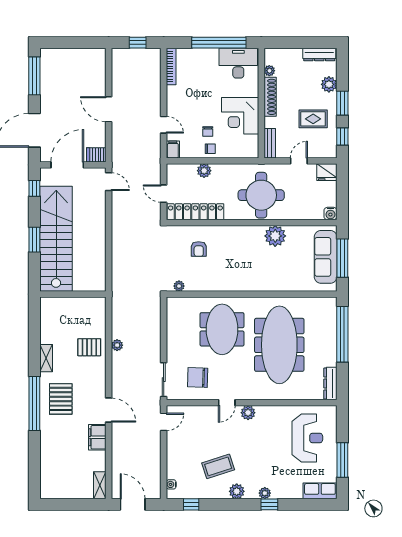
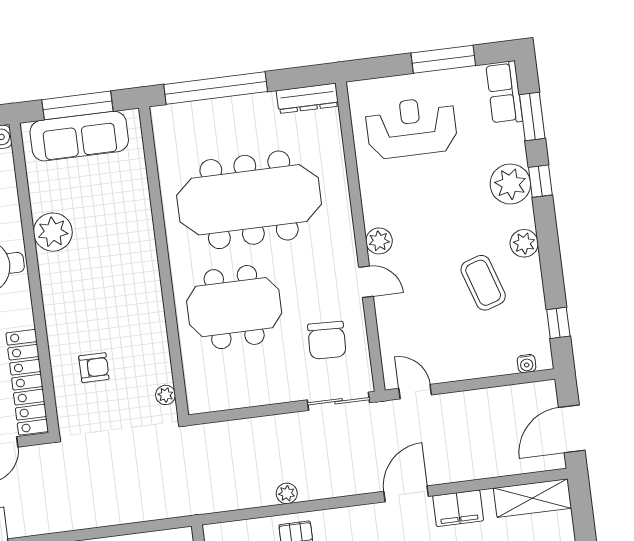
shelving: (100, 485) -> (532, 498), width x1.50, depth x1.33
plant: (265, 493) -> (510, 184), width x1.88, depth x1.88
window: (305, 504) -> (532, 117), added

